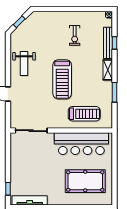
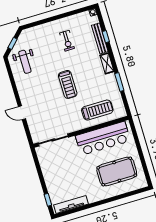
weight bench: (24, 64) -> (25, 62), moved
treadmill: (62, 79) -> (68, 84), width x0.73, depth x0.73

